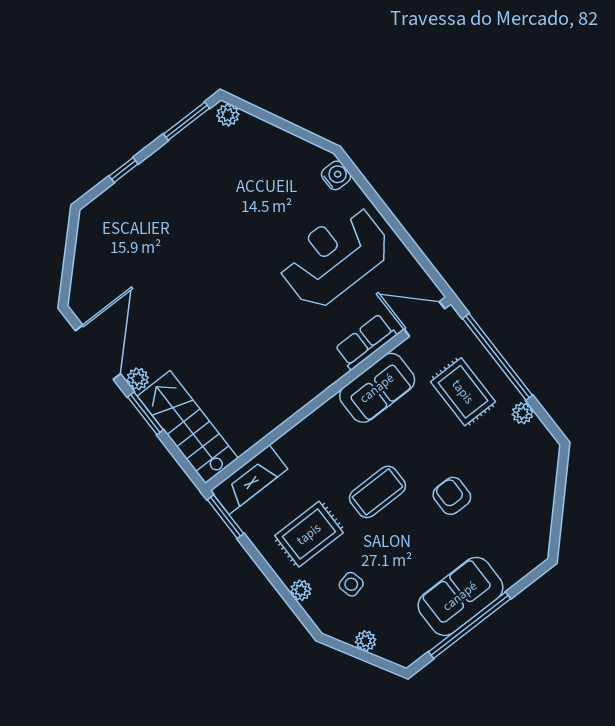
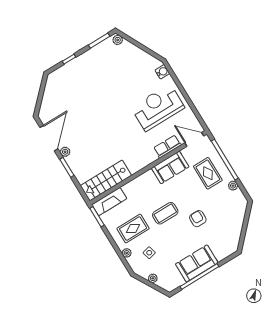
stairs: (188, 427) -> (106, 181), moved, turned -90

